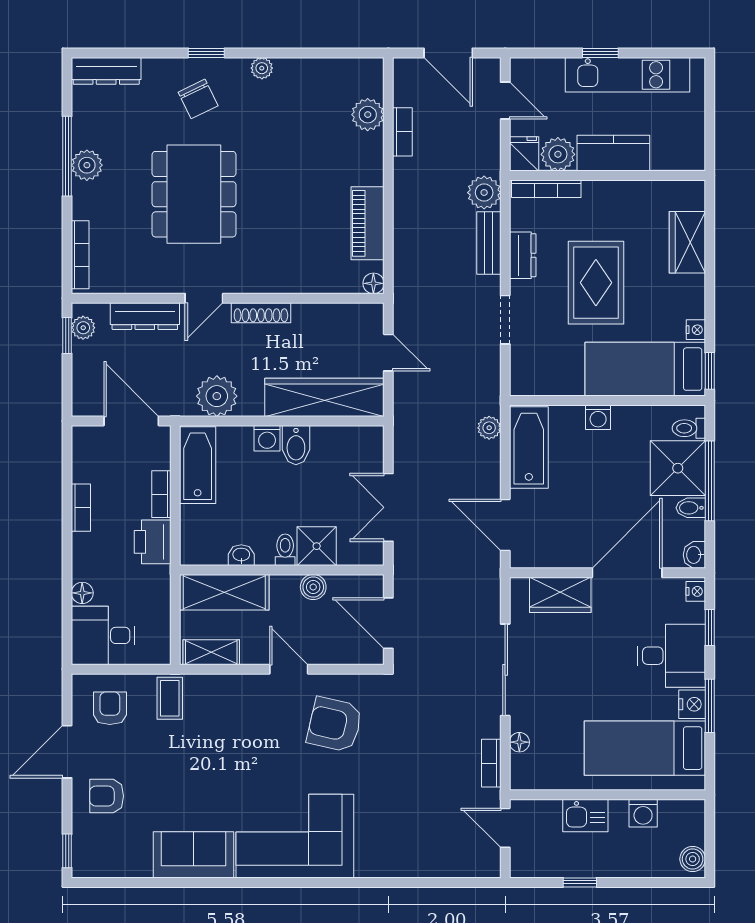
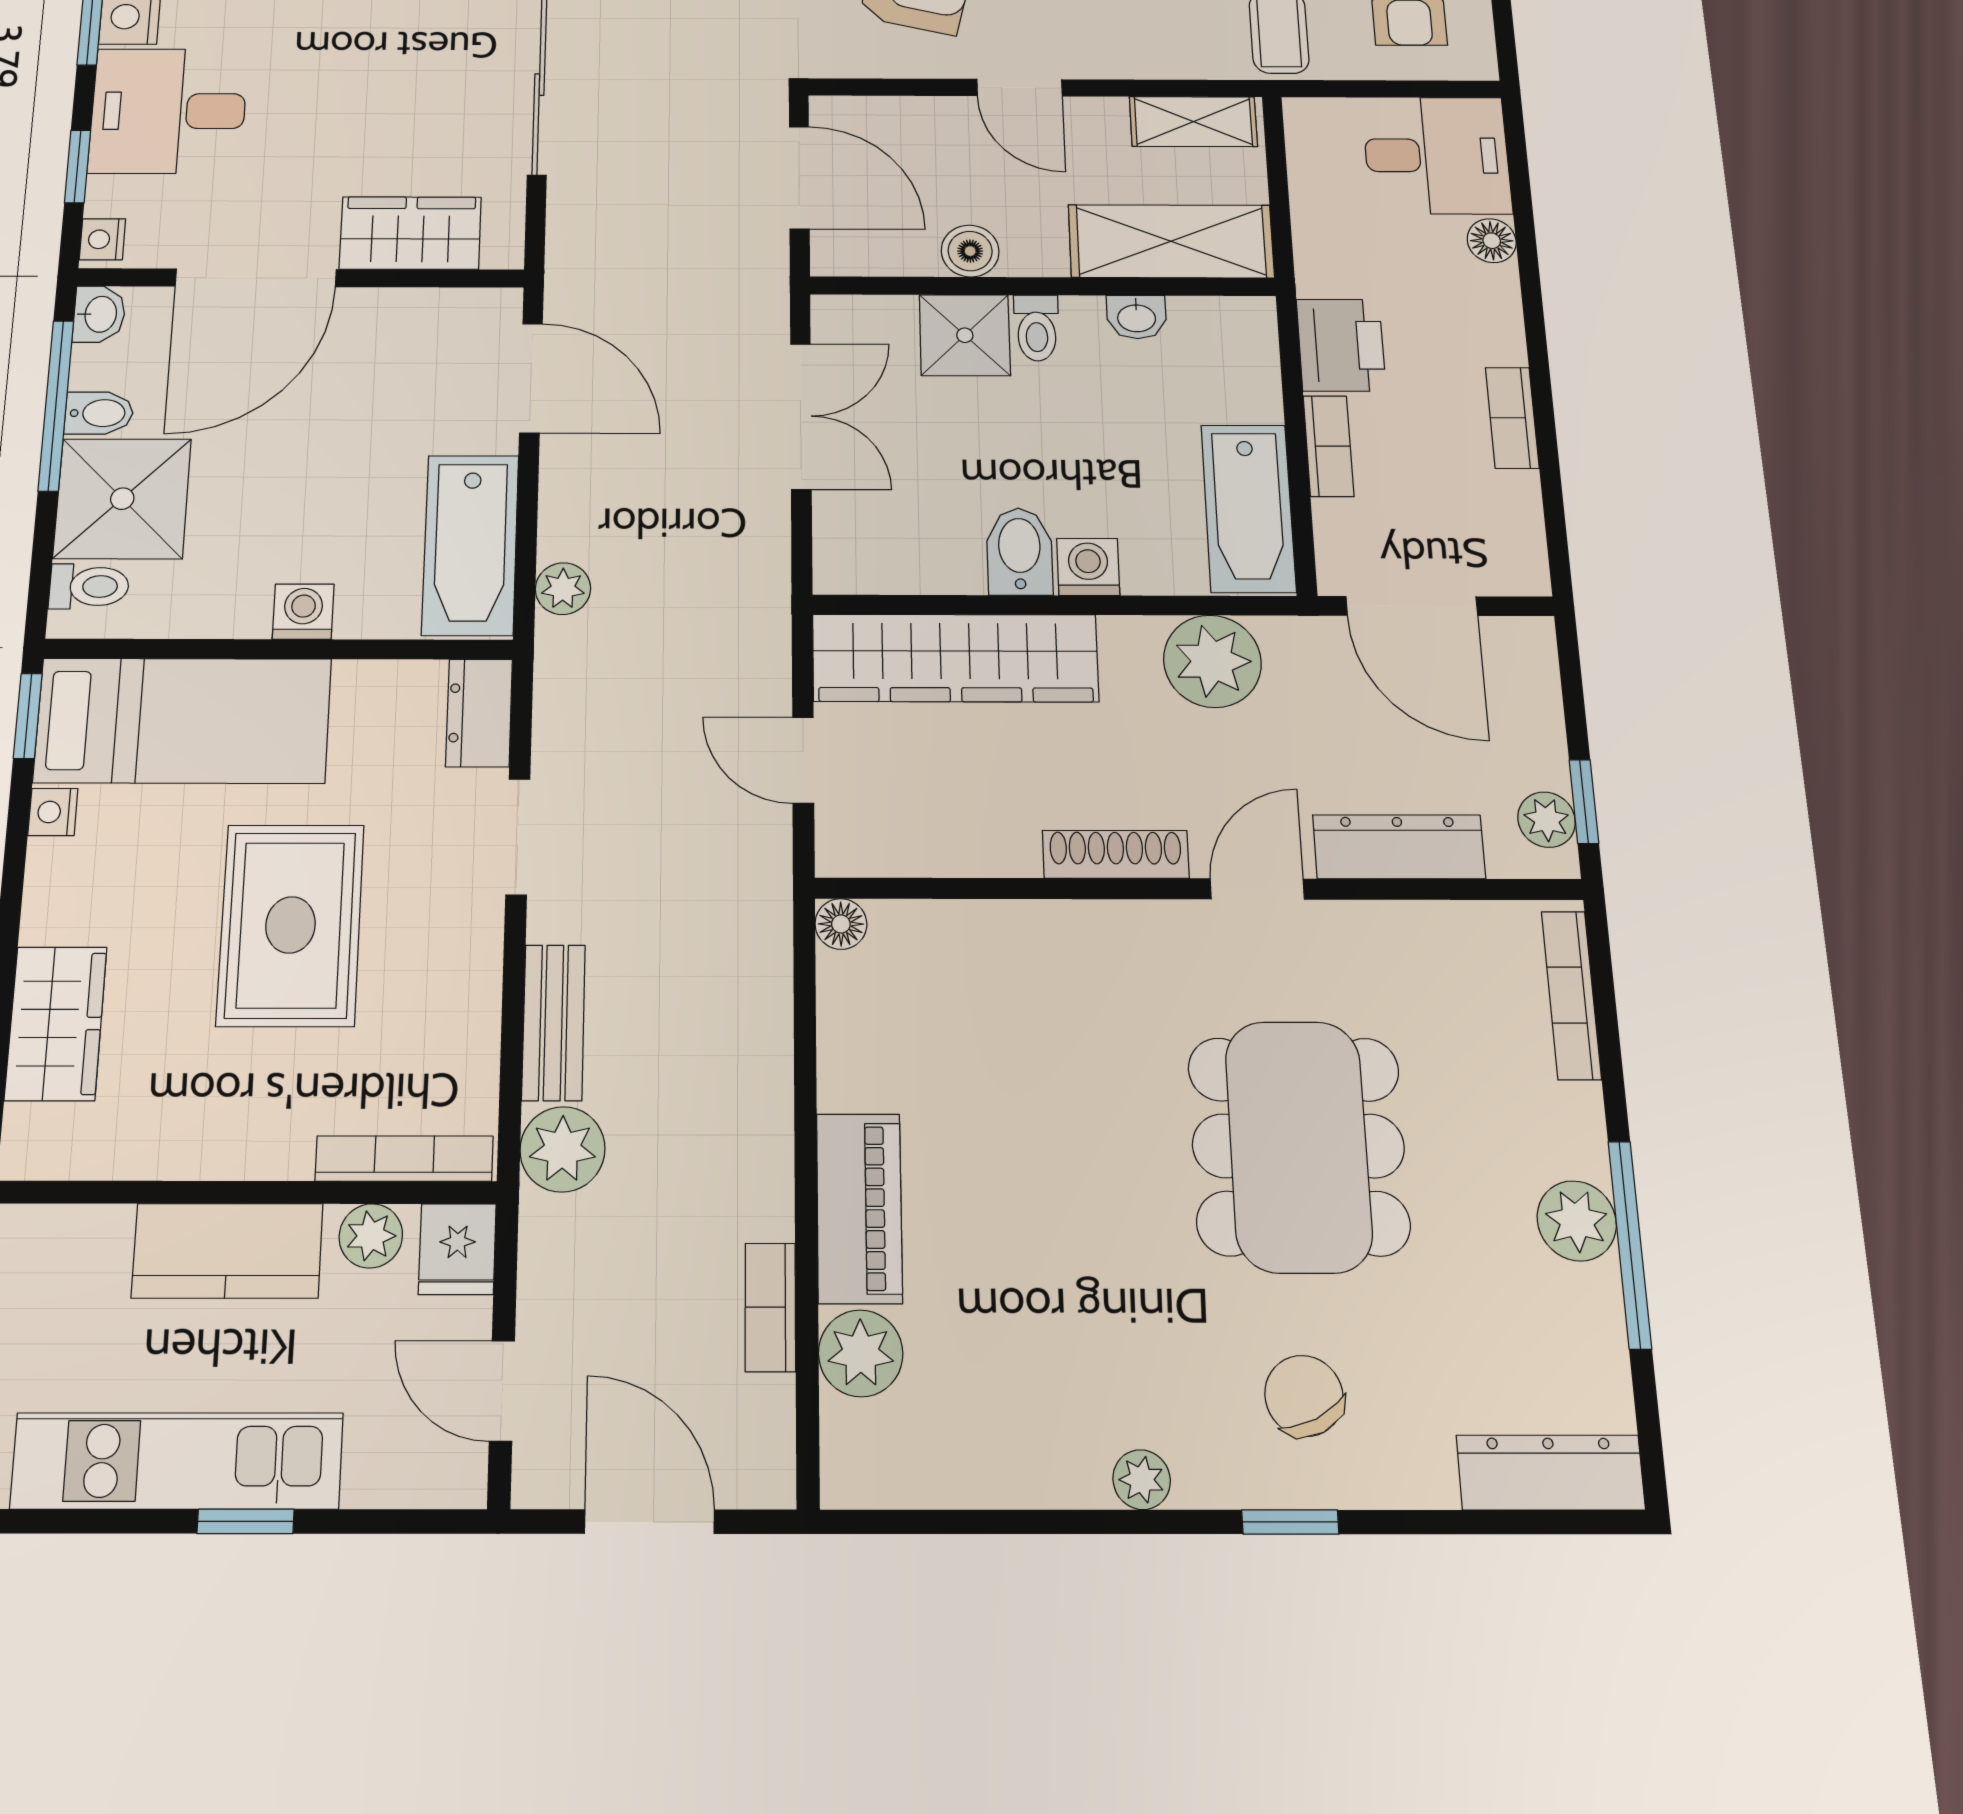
plant: (558, 154) -> (371, 1236), width x0.73, depth x0.73
piano: (368, 223) -> (859, 1208), moved
dresser: (523, 255) -> (479, 713), moved
window: (710, 481) -> (56, 405), moved

